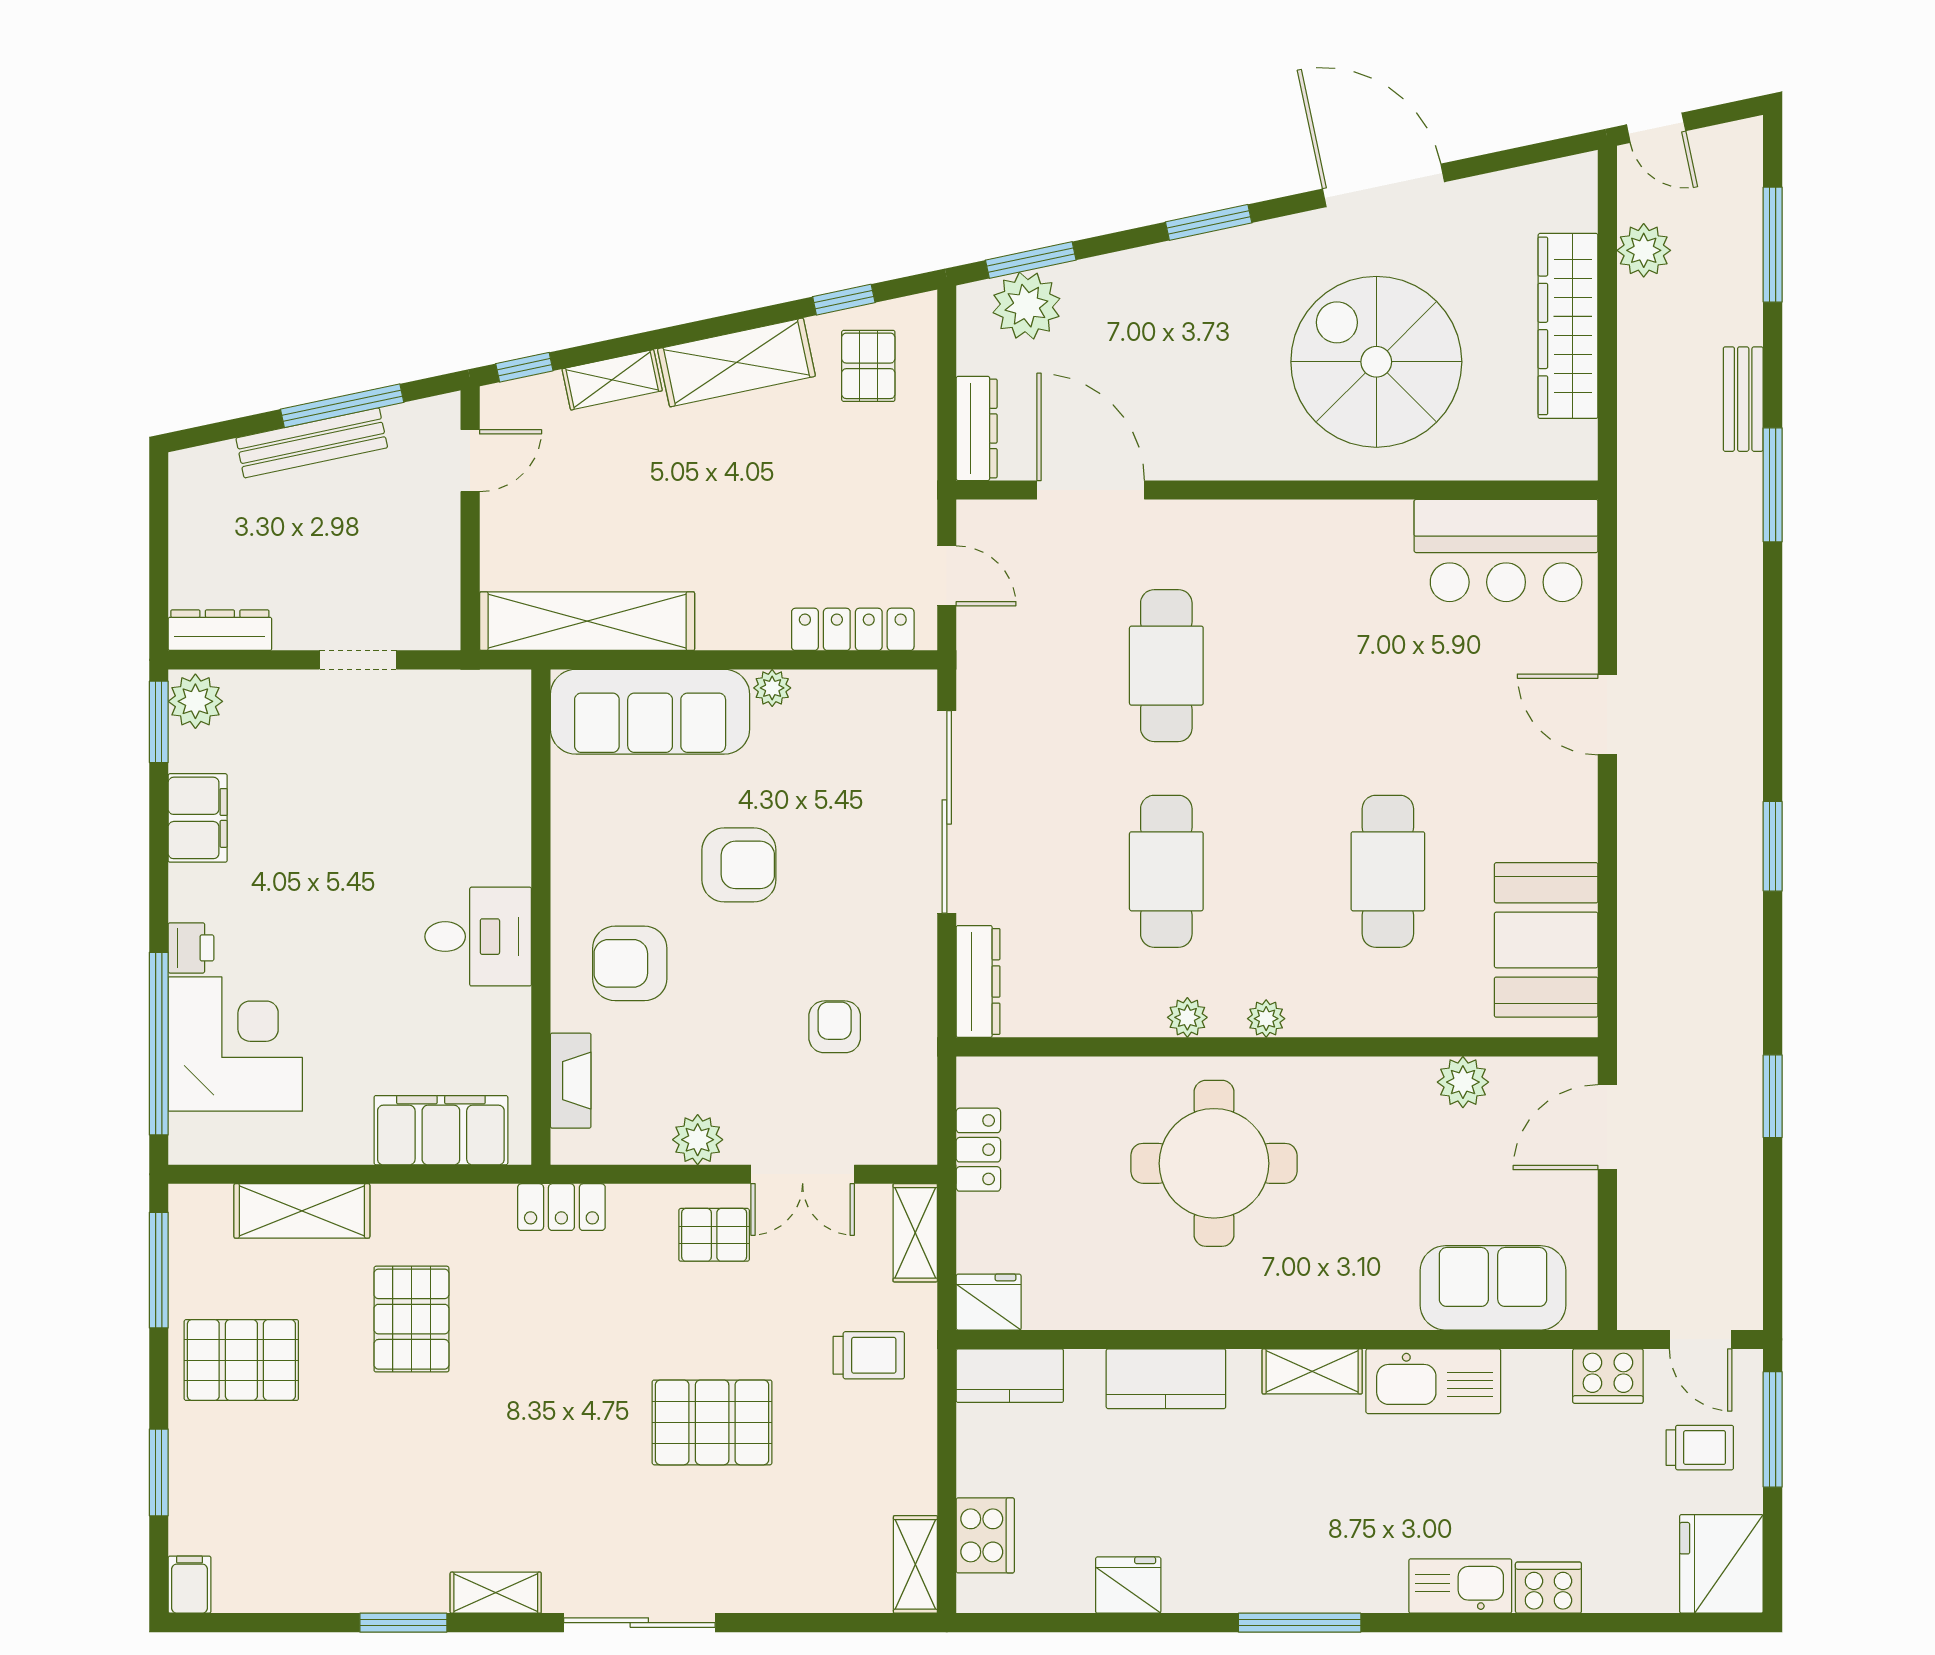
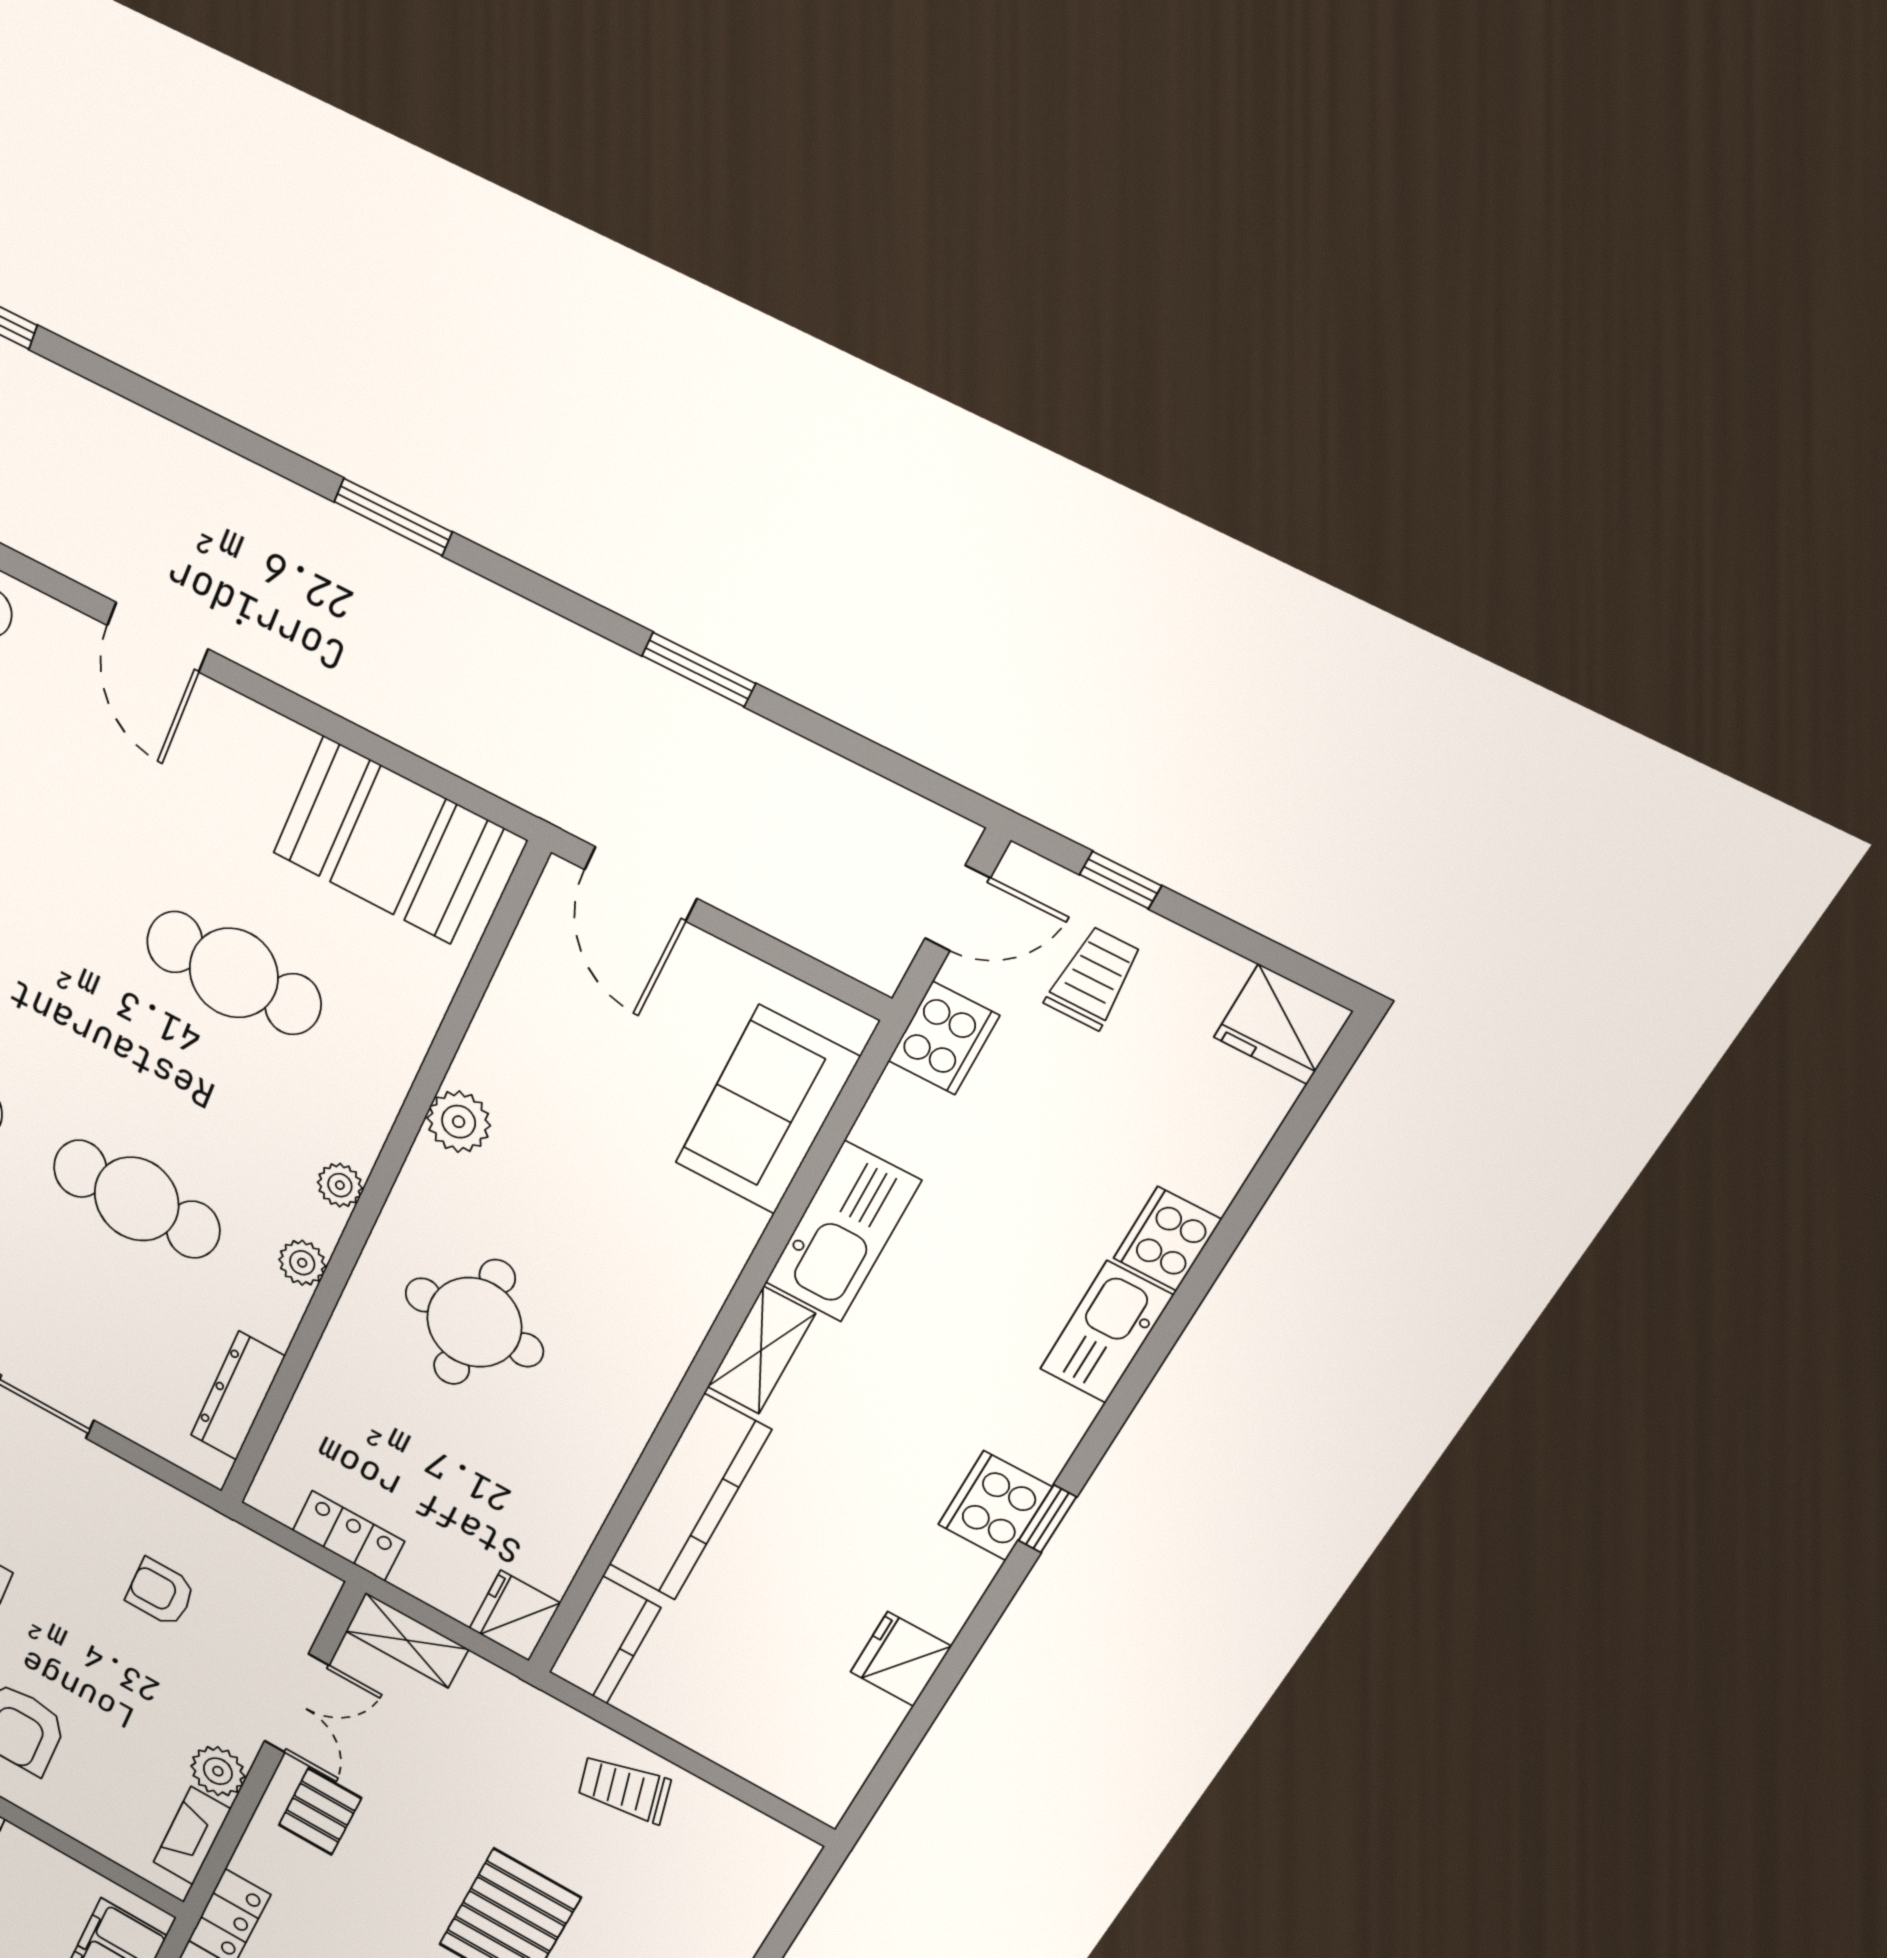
door: (1607, 714) -> (157, 637), hinge flipped
dresser: (978, 981) -> (238, 1396), moved, turned -90
fireplace: (571, 1081) -> (192, 1836), moved, turned -90
plant: (1463, 1082) -> (459, 1122), moved
round table: (1214, 1163) -> (474, 1322), width x0.73, depth x0.73
trolley: (869, 1355) -> (624, 1789), moved, turned -103
kitchen counter: (1166, 1379) -> (689, 1498), width x1.50
window: (1773, 1429) -> (1120, 880), width x0.46
cooker: (985, 1535) -> (995, 1506), moved, turned -90
shelving: (915, 1564) -> (760, 1836), removed
fridge: (1721, 1564) -> (1283, 1024), width x0.73, depth x0.75
window: (1300, 1623) -> (1047, 1519), width x0.46

